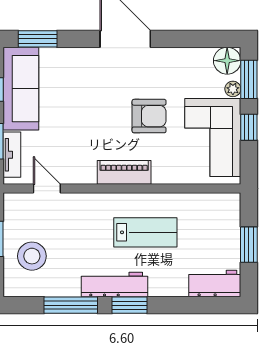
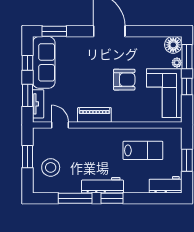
piano: (124, 172) -> (94, 115), moved
lab bench: (145, 232) -> (143, 150), moved

